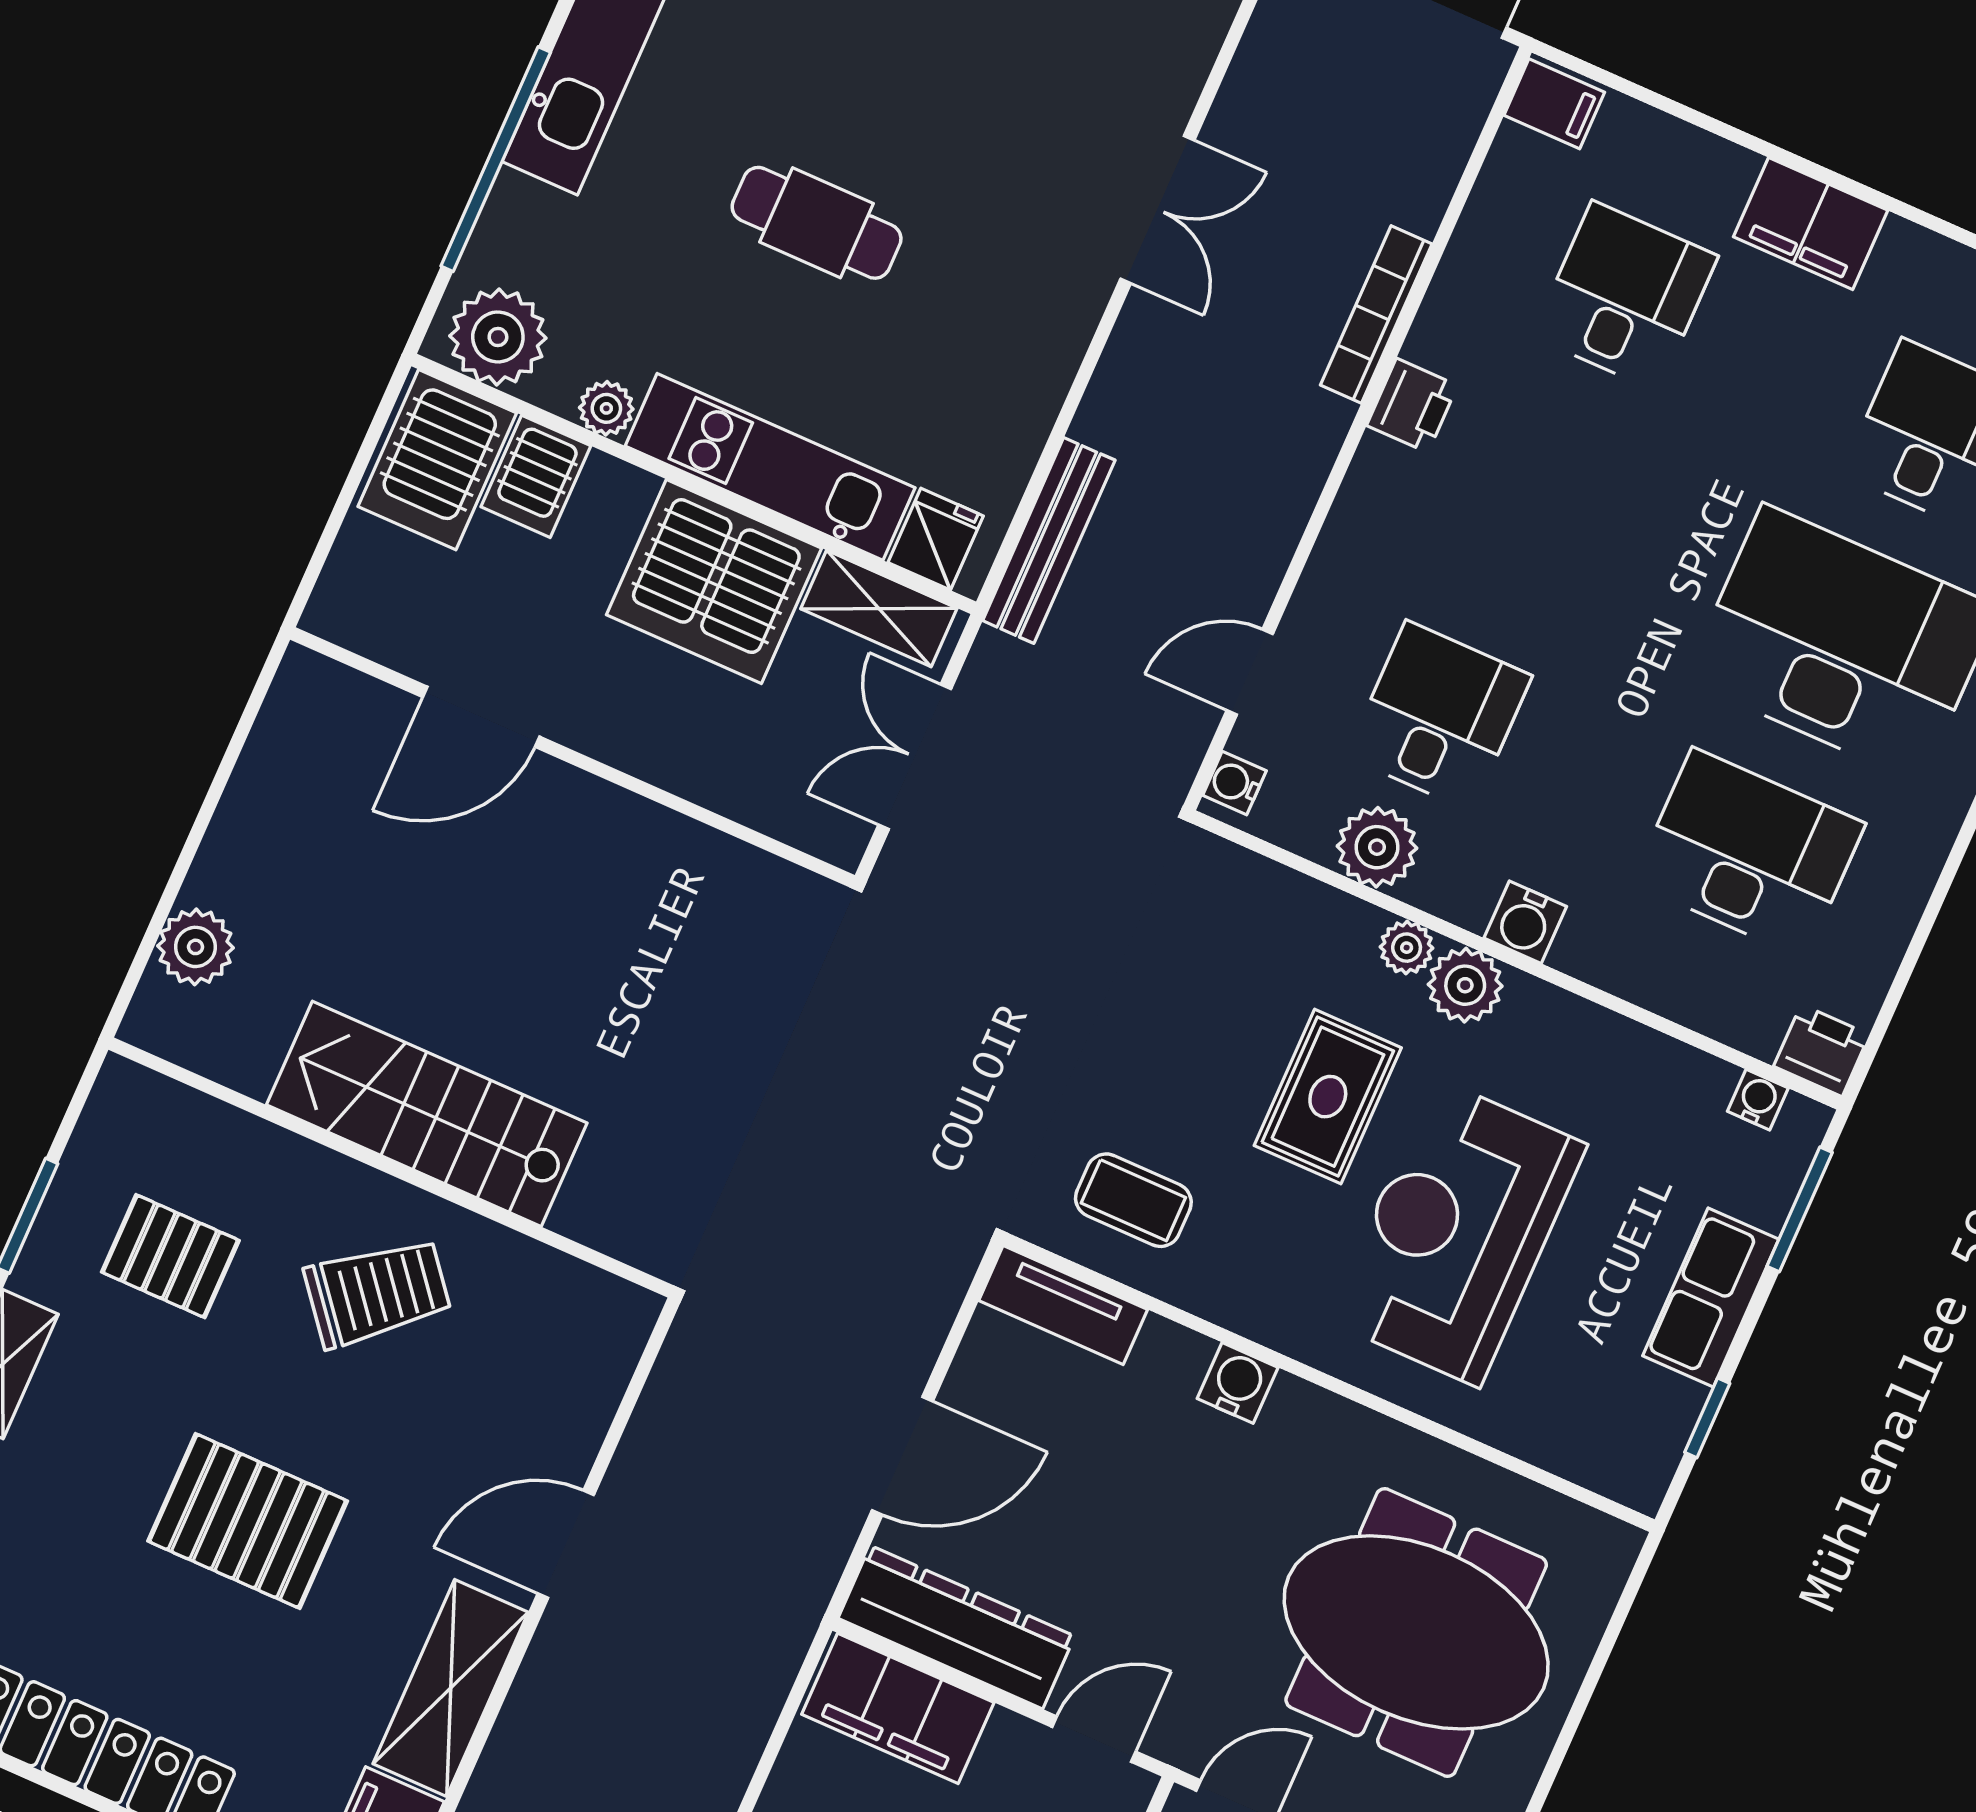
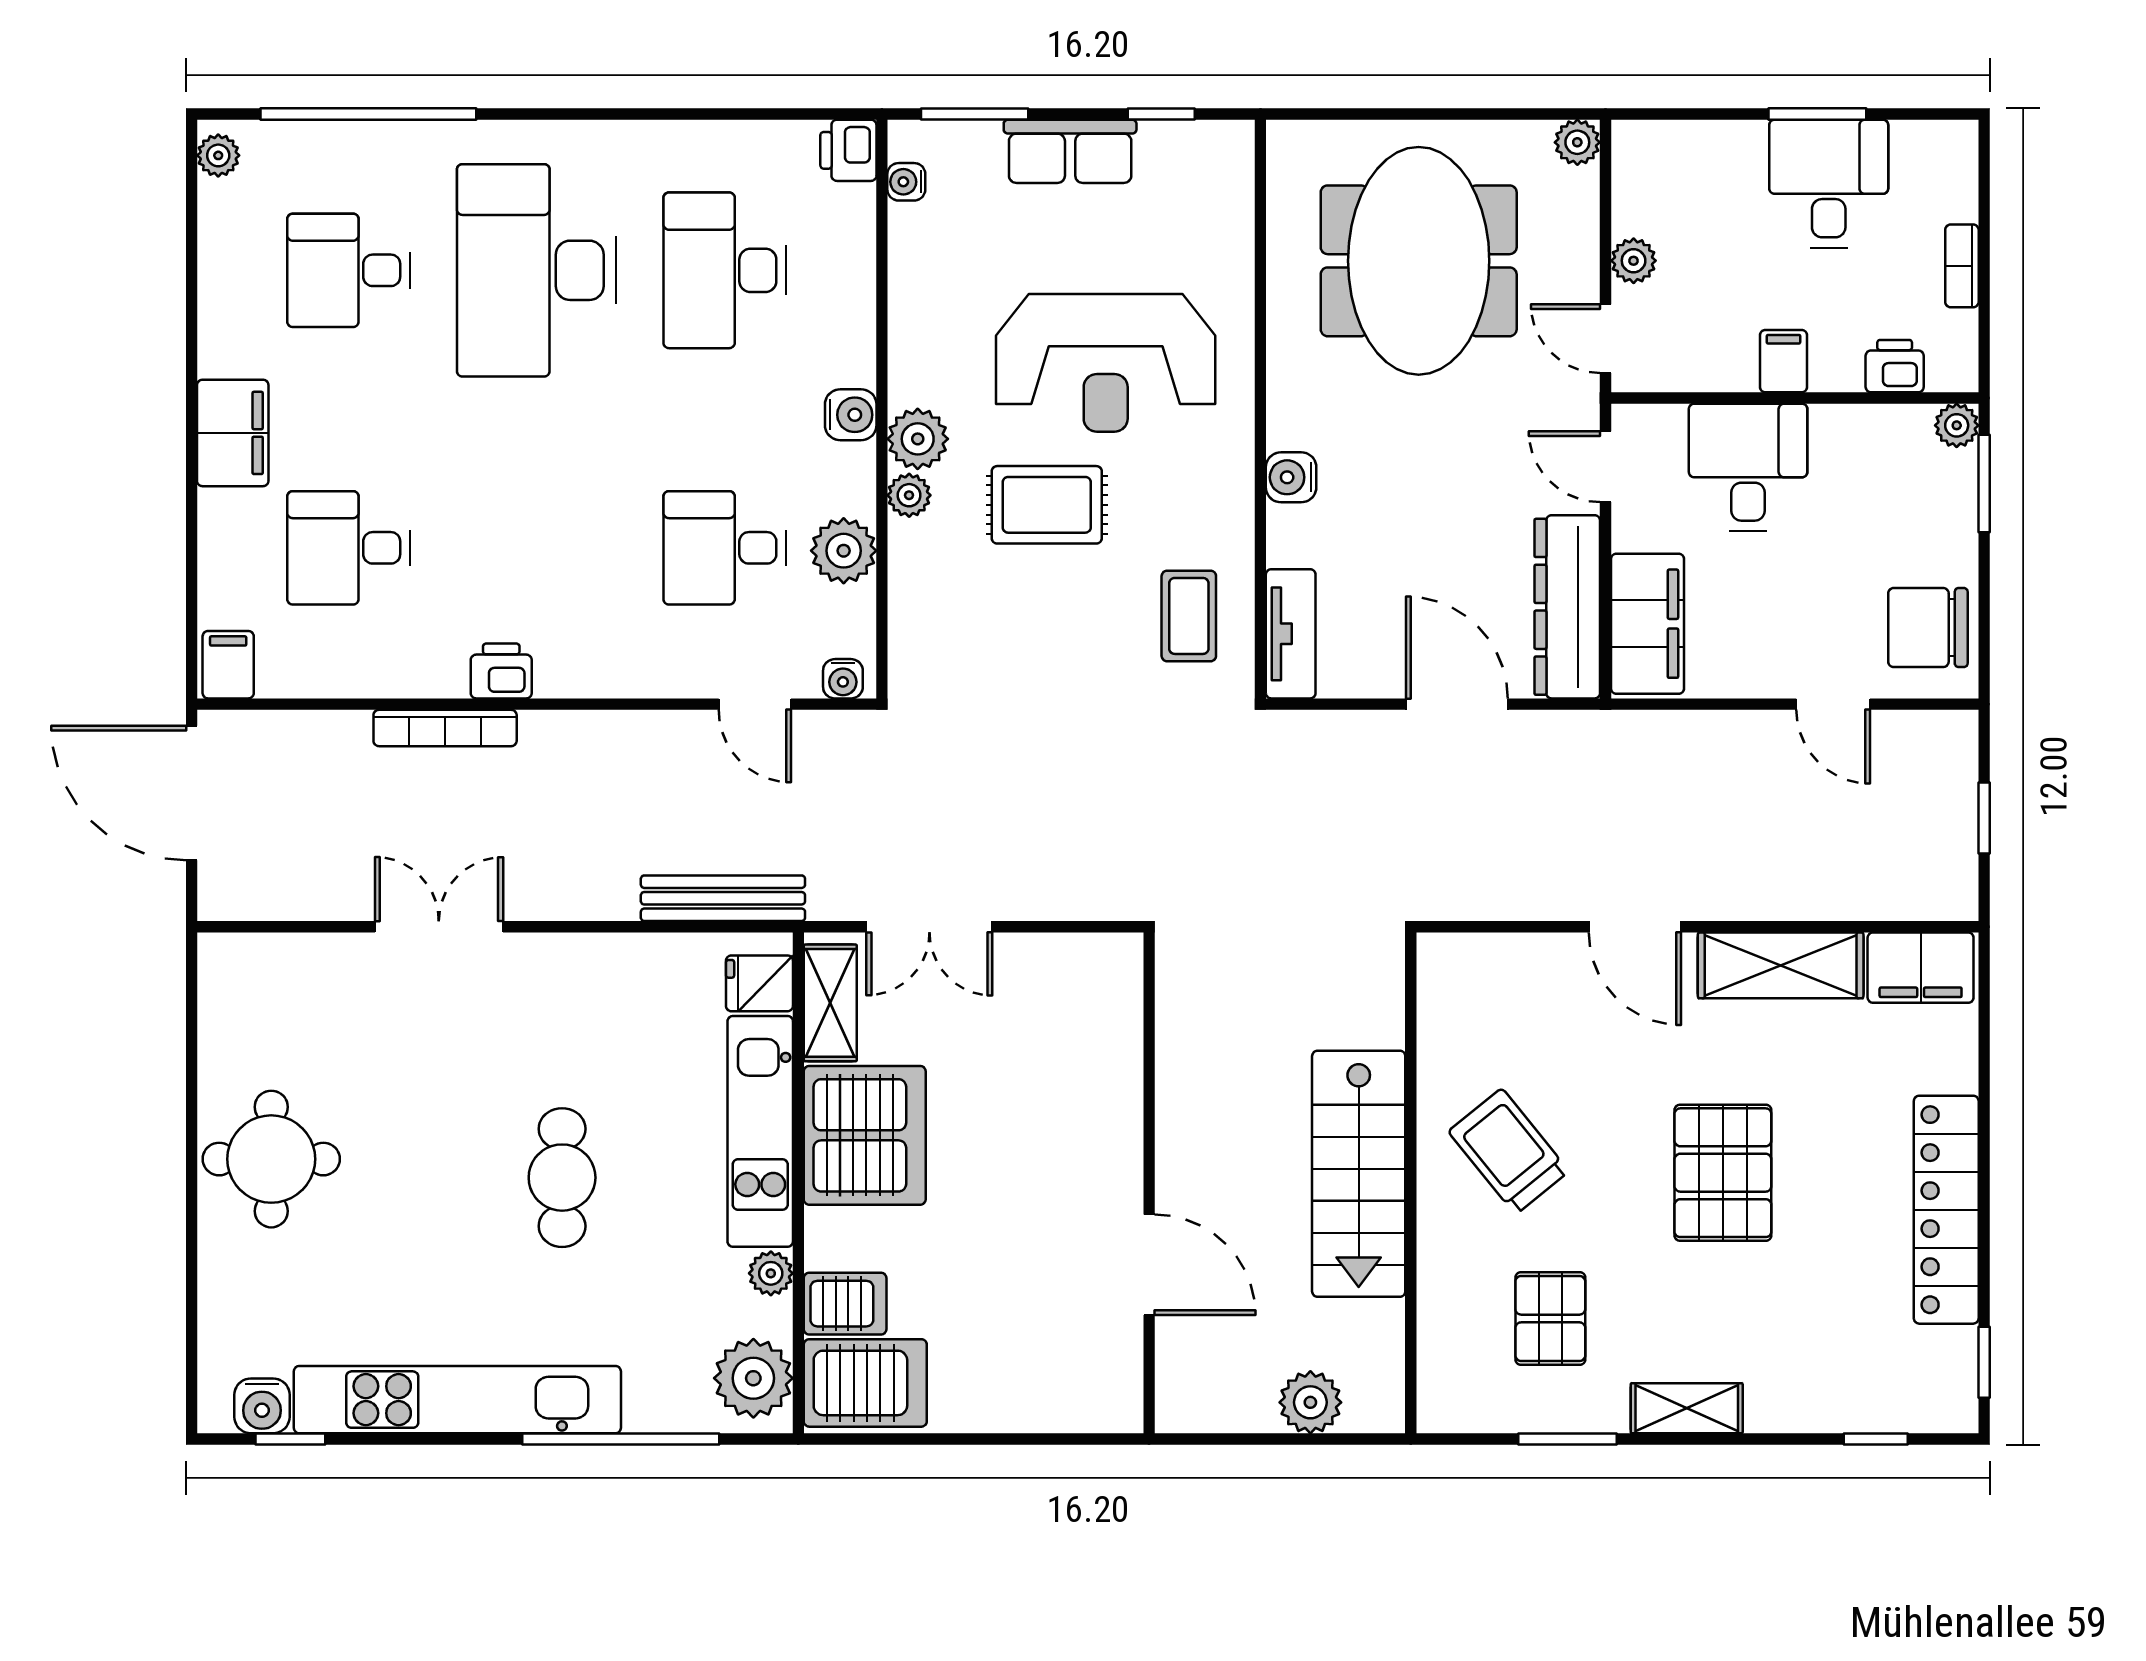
door: (481, 717) -> (1149, 1265), moved
wall: (573, 757) -> (1149, 1183), moved

